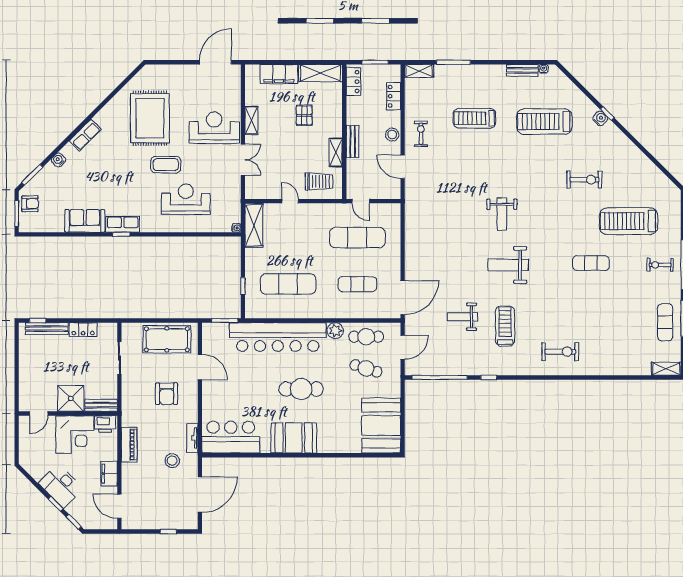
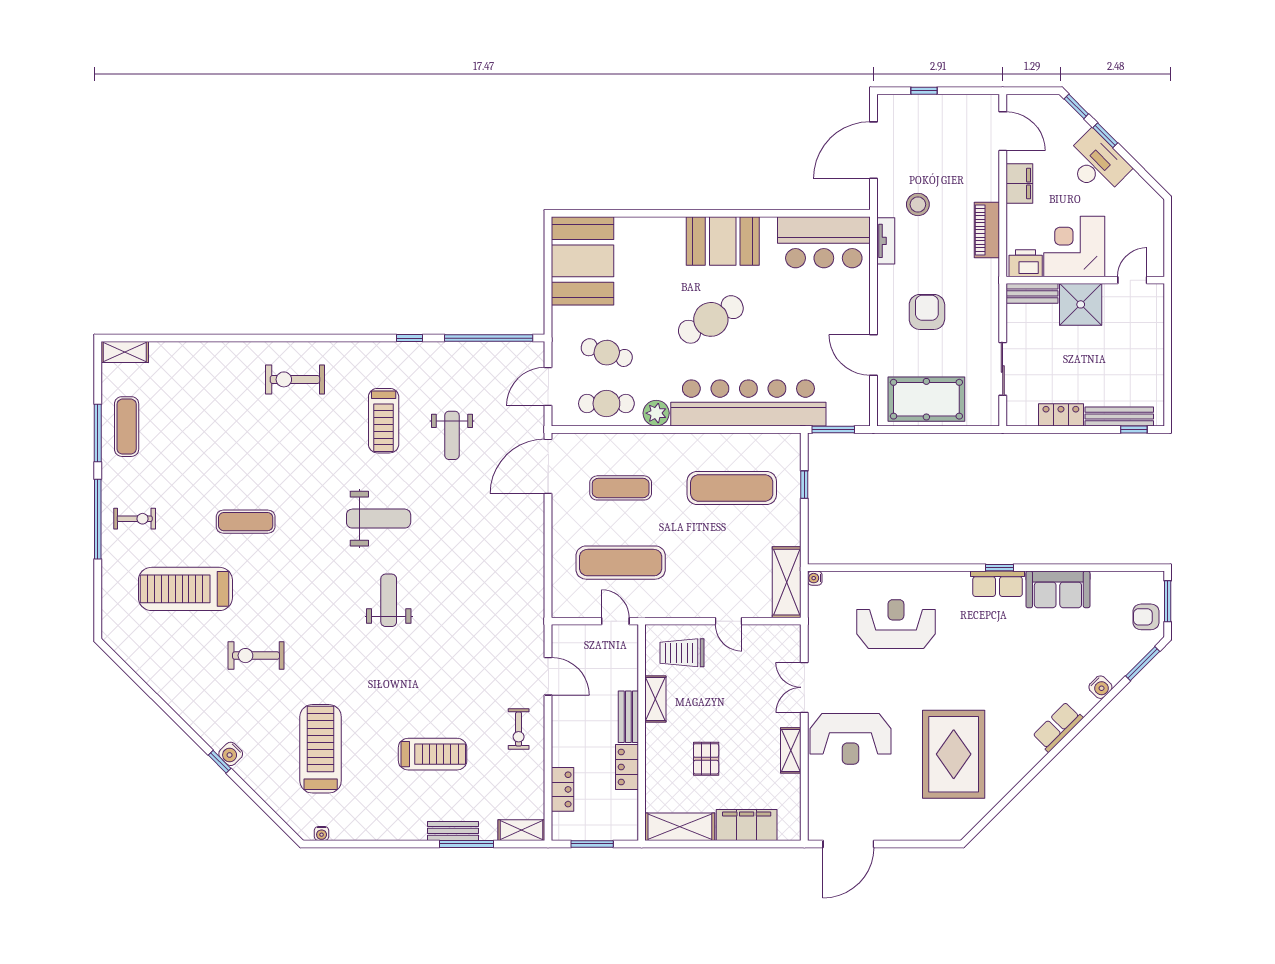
bench: (522, 70) -> (453, 831), moved
locker: (353, 82) -> (627, 767), moved
treadmill: (544, 122) -> (321, 749), turned -90
stool: (392, 135) -> (565, 728), removed
coffee table: (166, 165) -> (928, 680), removed
reception desk: (186, 199) -> (896, 624), turned 180
treadmill: (628, 221) -> (185, 589), turned 180
weight bench: (462, 317) -> (452, 435), turned 90
cafe table: (301, 389) -> (711, 319), turned -30

